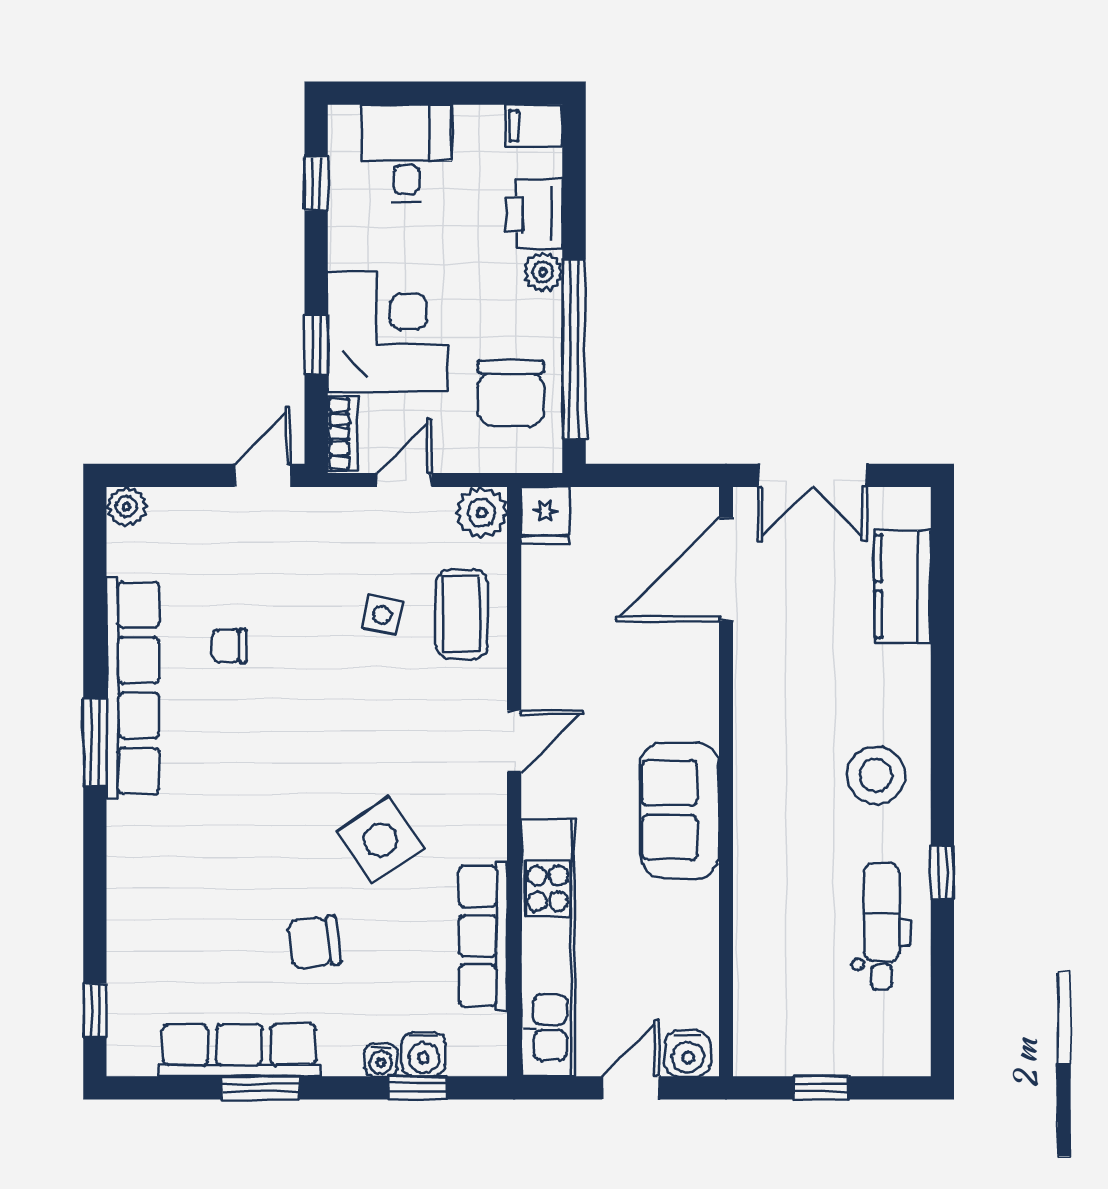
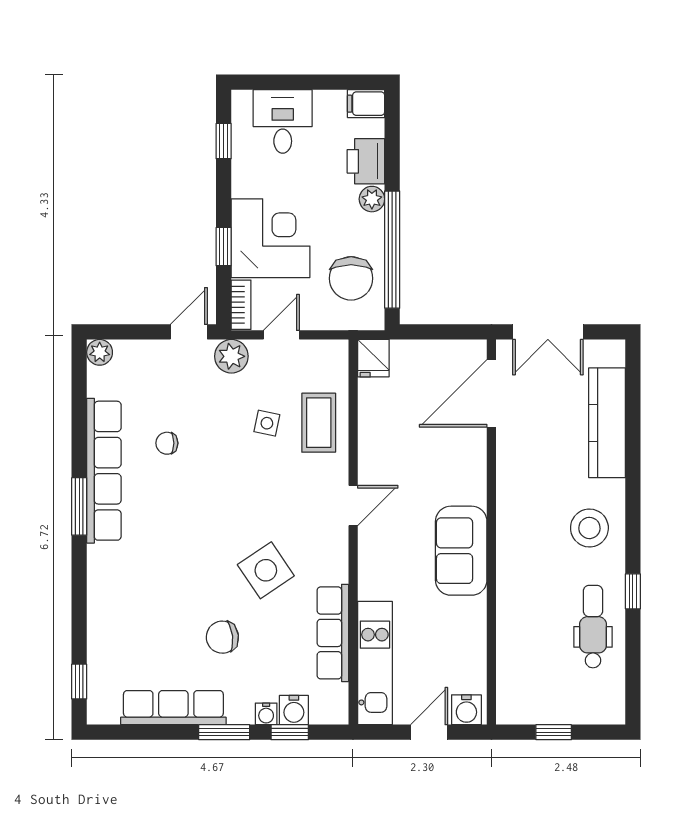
plant: (481, 513) -> (231, 356), moved
kitchen counter: (903, 586) -> (607, 423), width x1.50
kitchen unit: (548, 948) -> (375, 663), width x0.73
window: (260, 1088) -> (224, 732), moved

